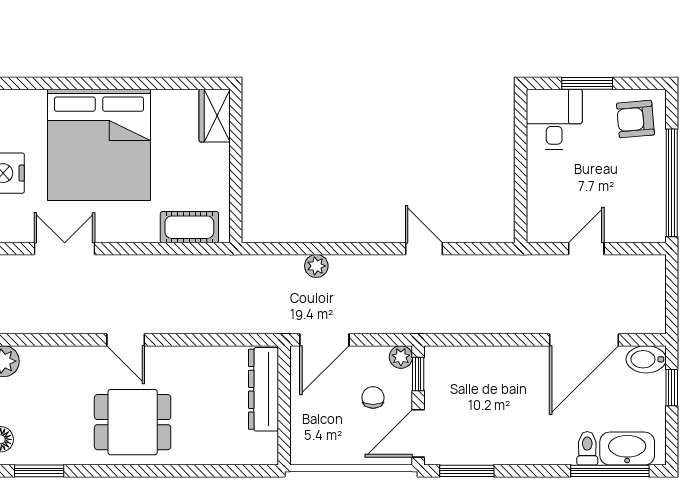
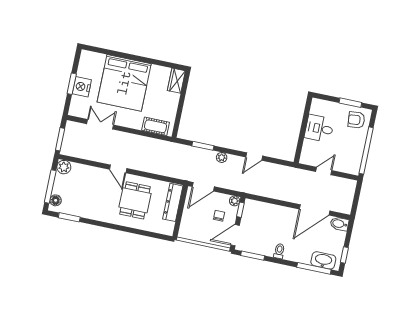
window: (587, 83) -> (350, 103), moved
desk: (554, 119) -> (319, 128), moved, turned -90
window: (304, 249) -> (203, 146), added
door: (424, 249) -> (254, 157), swing flipped
plant: (316, 266) -> (222, 157), moved
window: (672, 388) -> (344, 255), moved
dining table: (133, 422) -> (135, 200), moved, turned 90
toilet: (587, 448) -> (279, 251), moved

